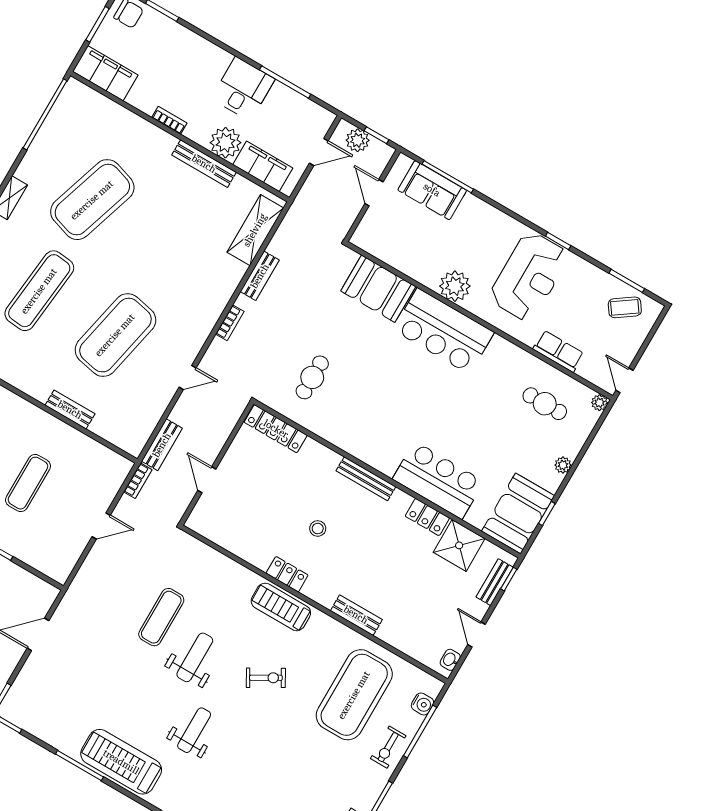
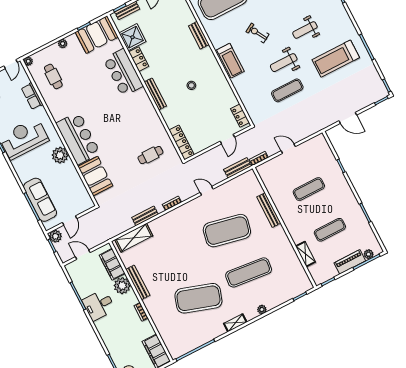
plant: (358, 140) -> (55, 236), moved
sofa: (432, 190) -> (40, 200), width x1.36
bench: (70, 410) -> (269, 210), width x1.36
locker: (287, 574) -> (240, 116), moved
treadmill: (121, 762) -> (336, 59), moved, turned 90

